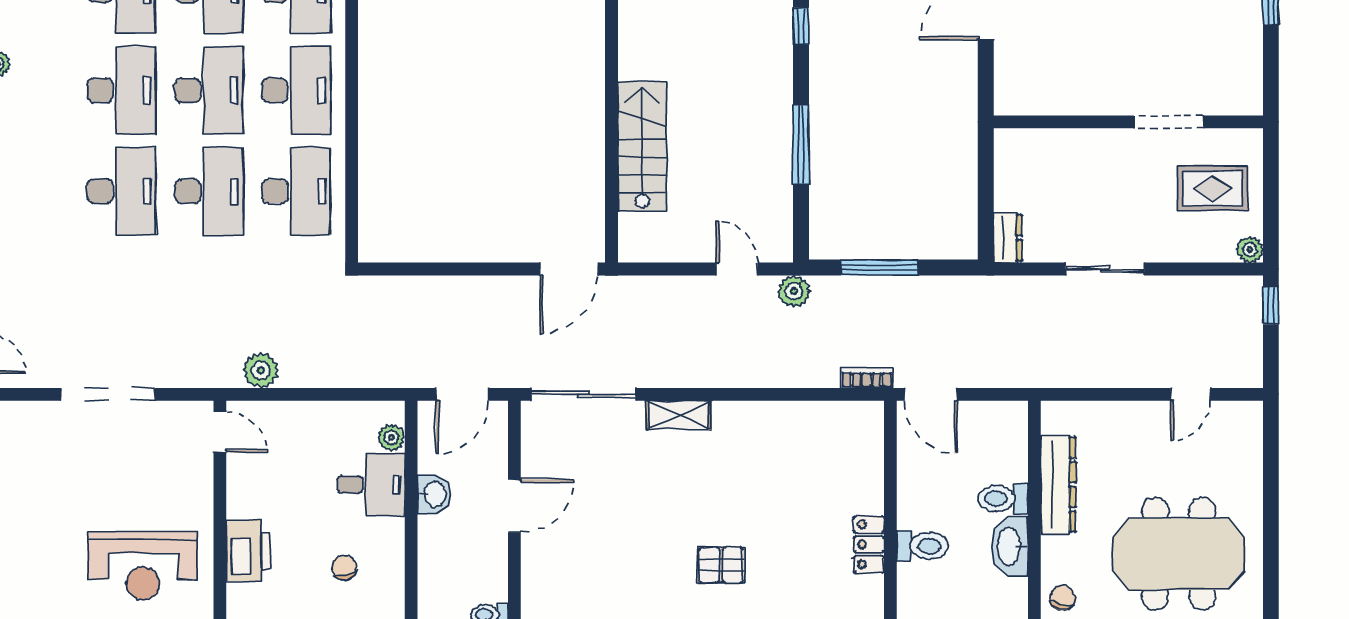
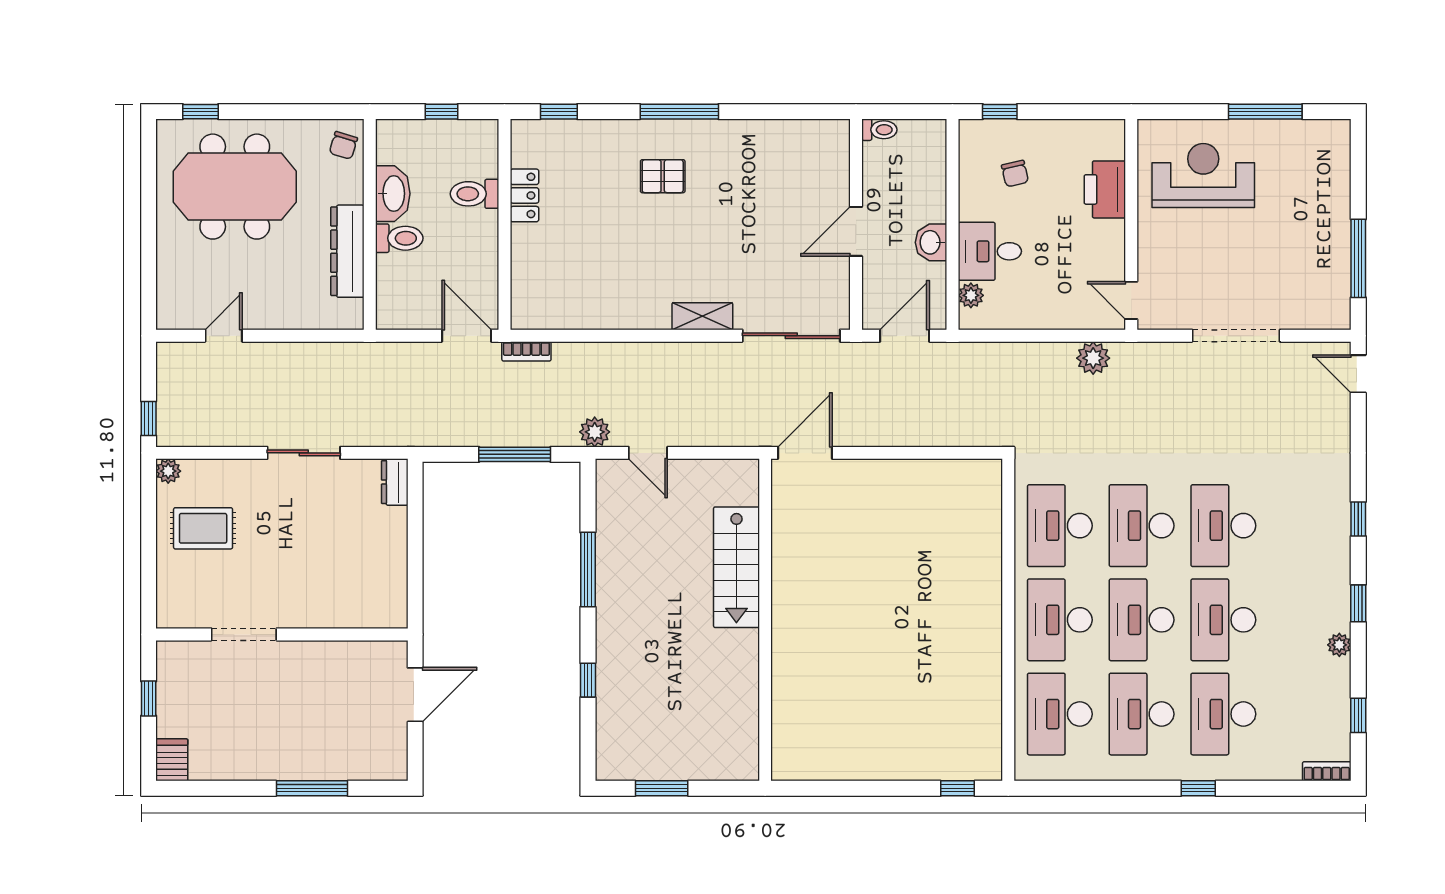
wall: (1128, 122) -> (282, 634), moved
doorway: (1169, 122) -> (244, 634), moved

